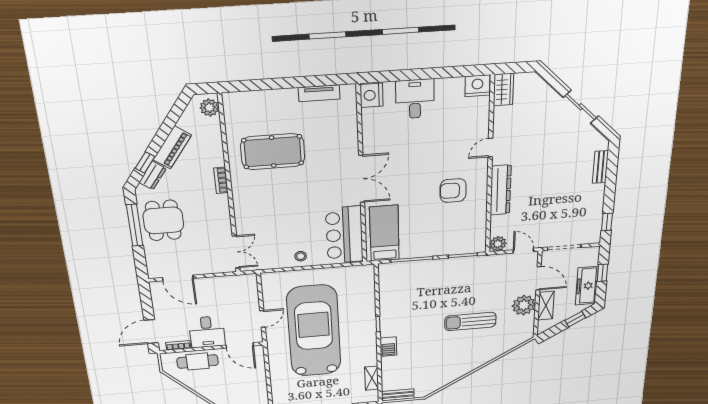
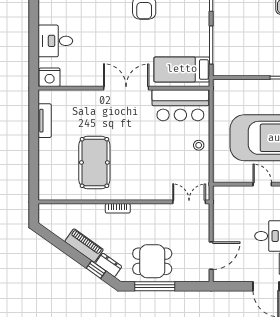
plant: (209, 108) -> (51, 211), removed

